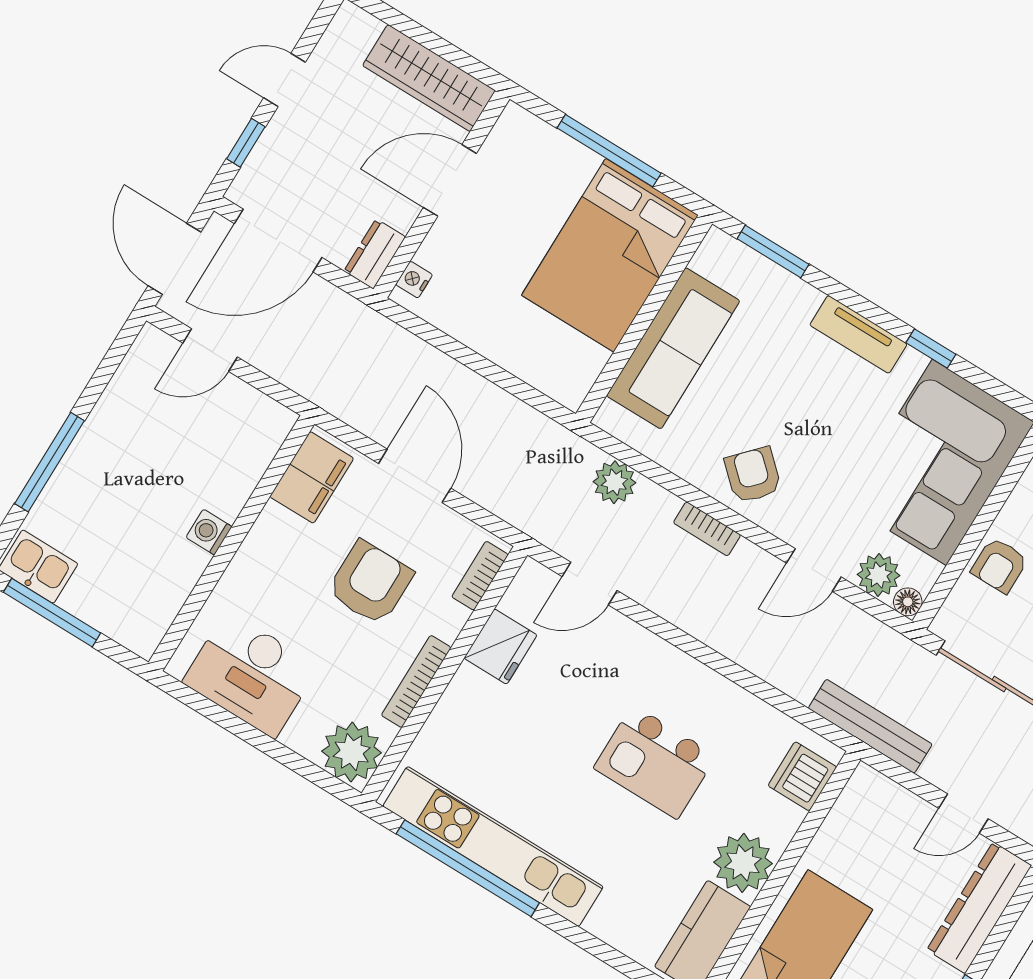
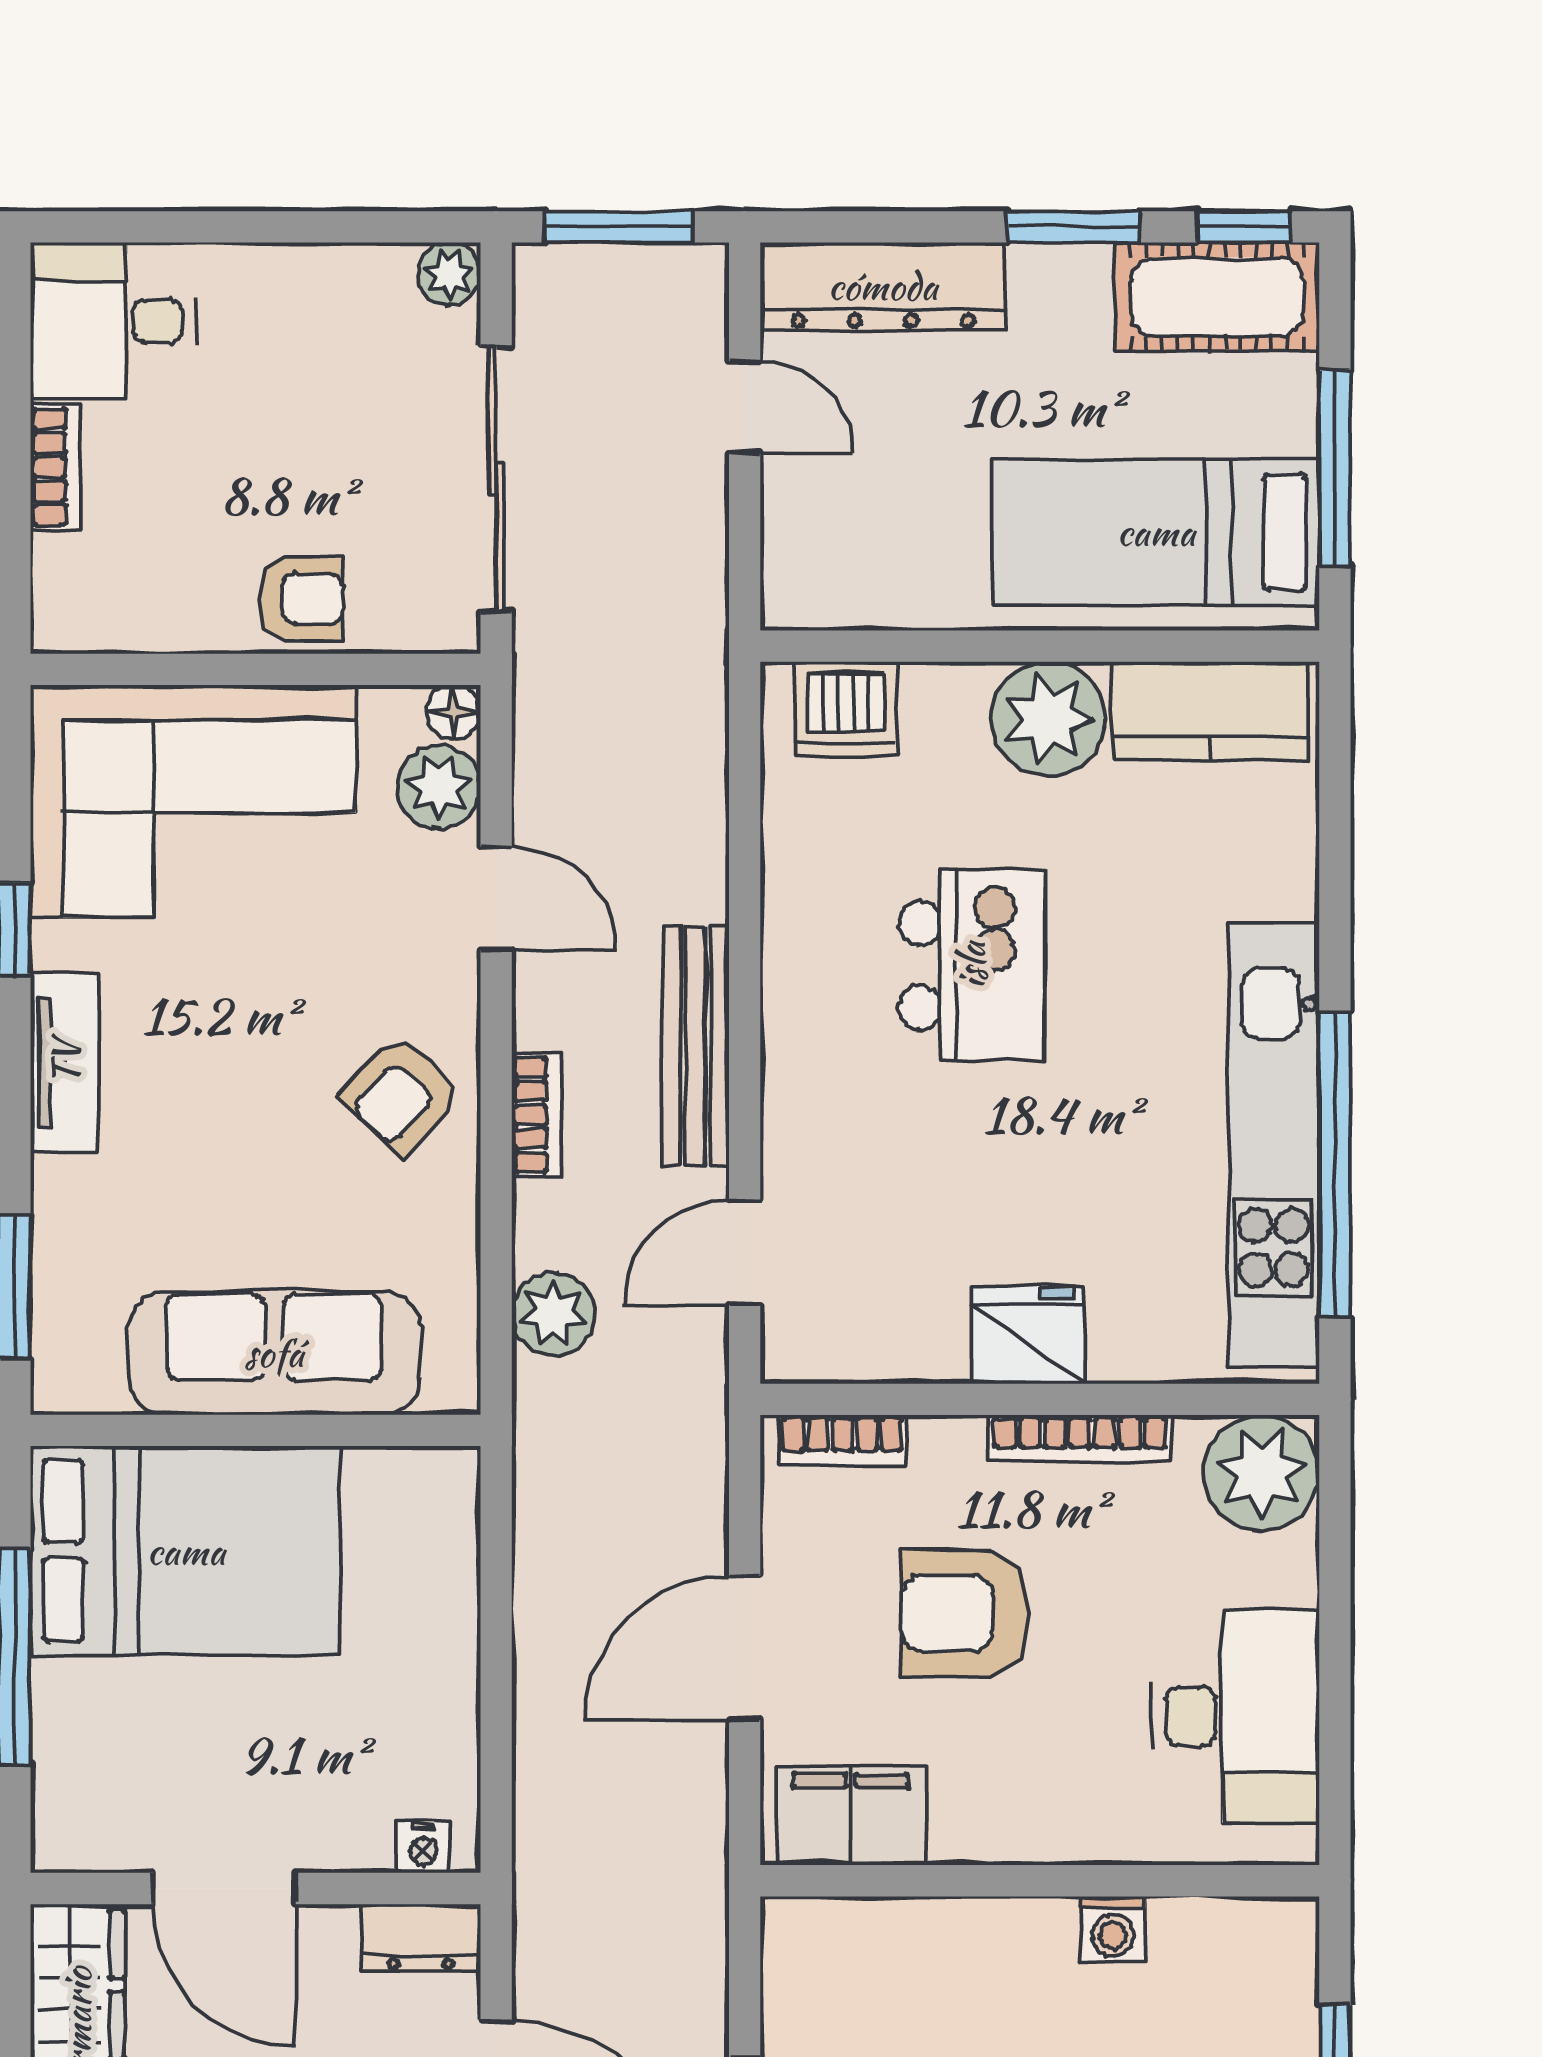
washing machine: (209, 532) -> (1113, 1929), moved
door: (590, 583) -> (745, 1253), swing flipped
fridge: (500, 647) -> (1028, 1335), moved
bench: (870, 726) -> (695, 1046), moved

